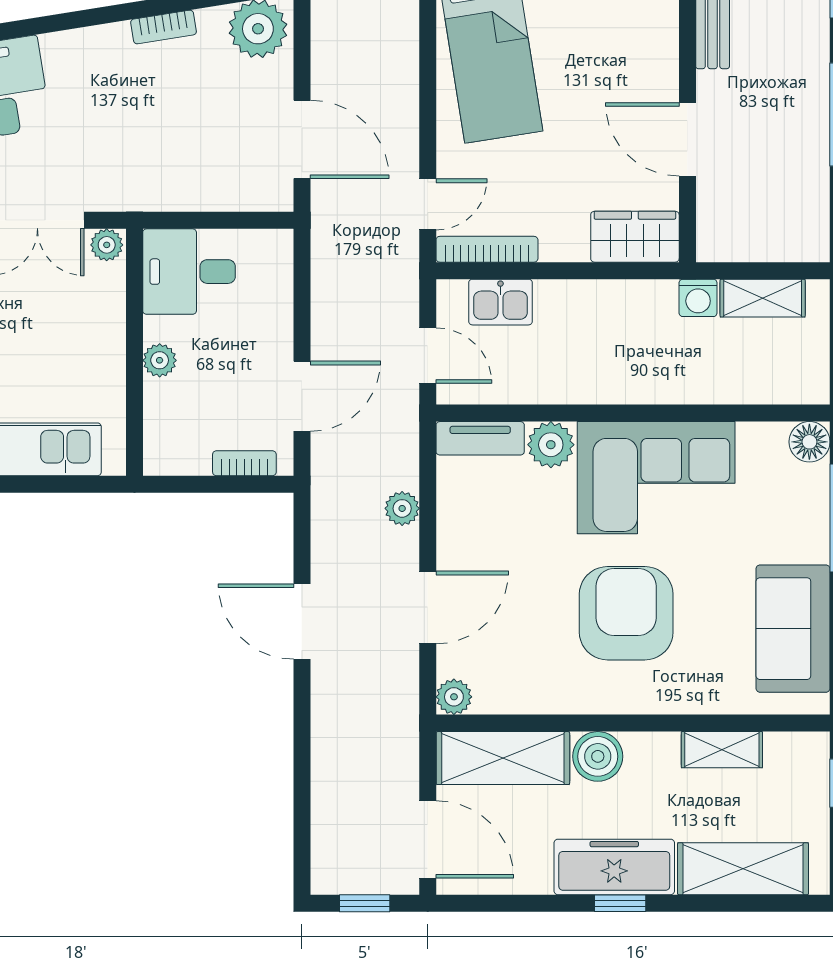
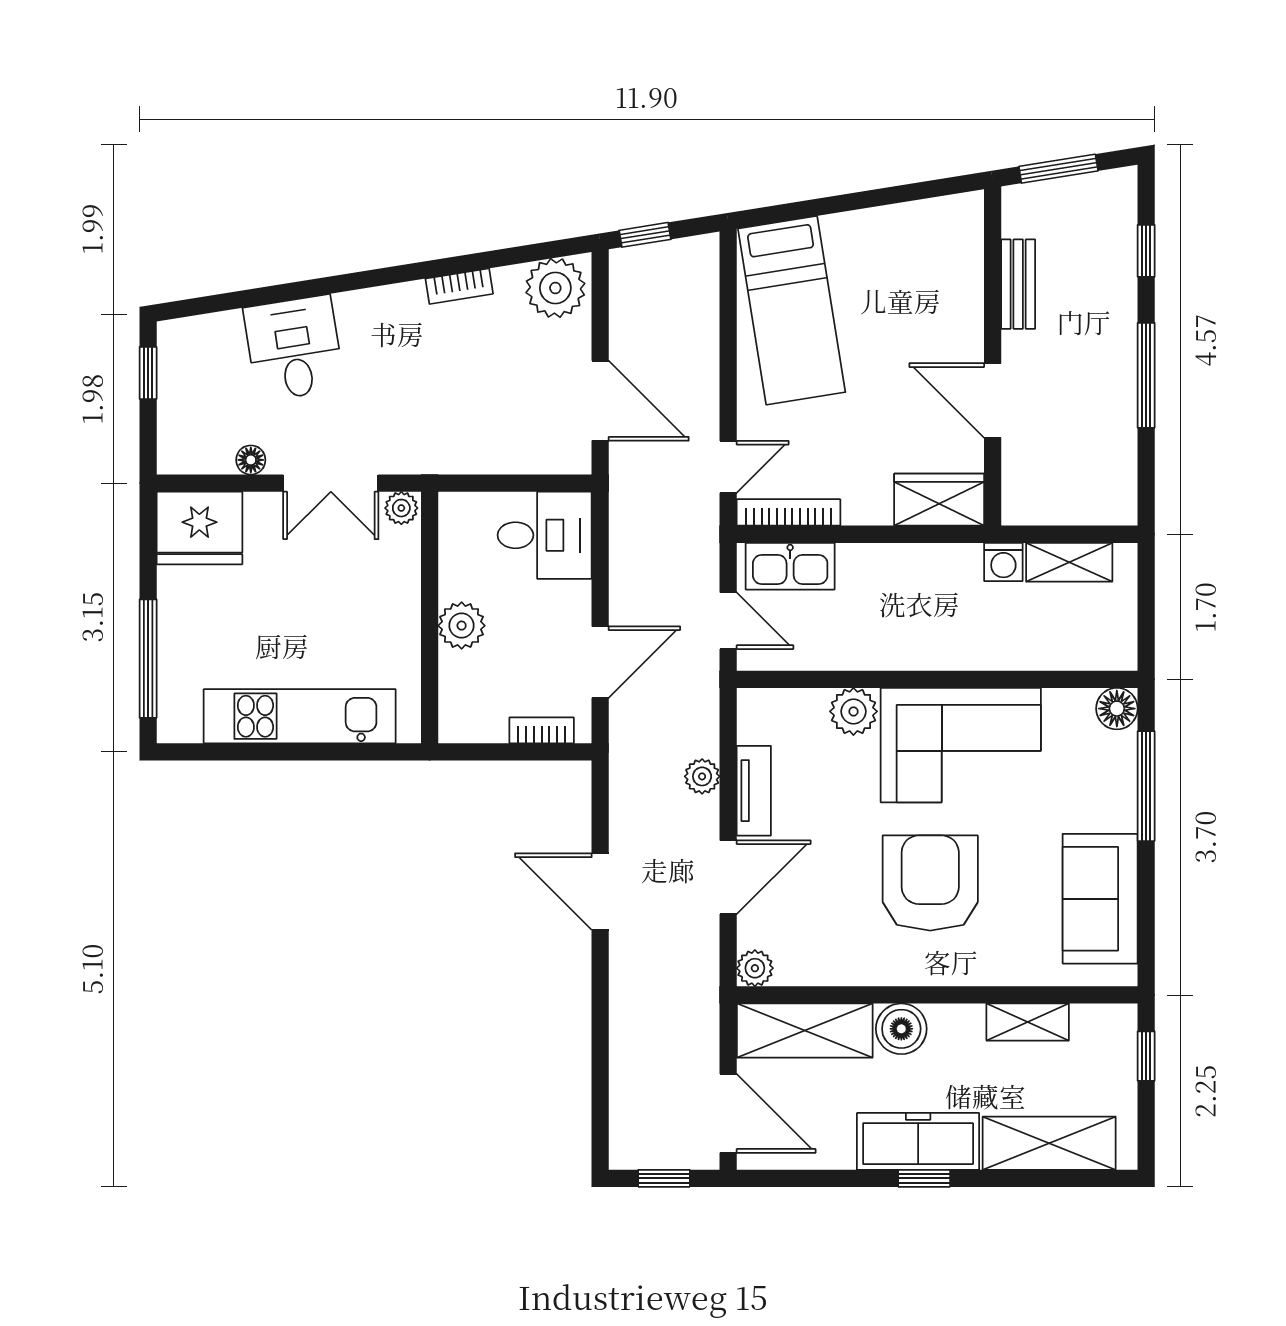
desk: (189, 272) -> (545, 535), moved, turned 180
kitchen sink: (500, 302) -> (790, 566), width x1.38
plant: (160, 360) -> (462, 626), width x1.38, depth x1.38
tv unit: (480, 438) -> (754, 791), moved, turned -90

